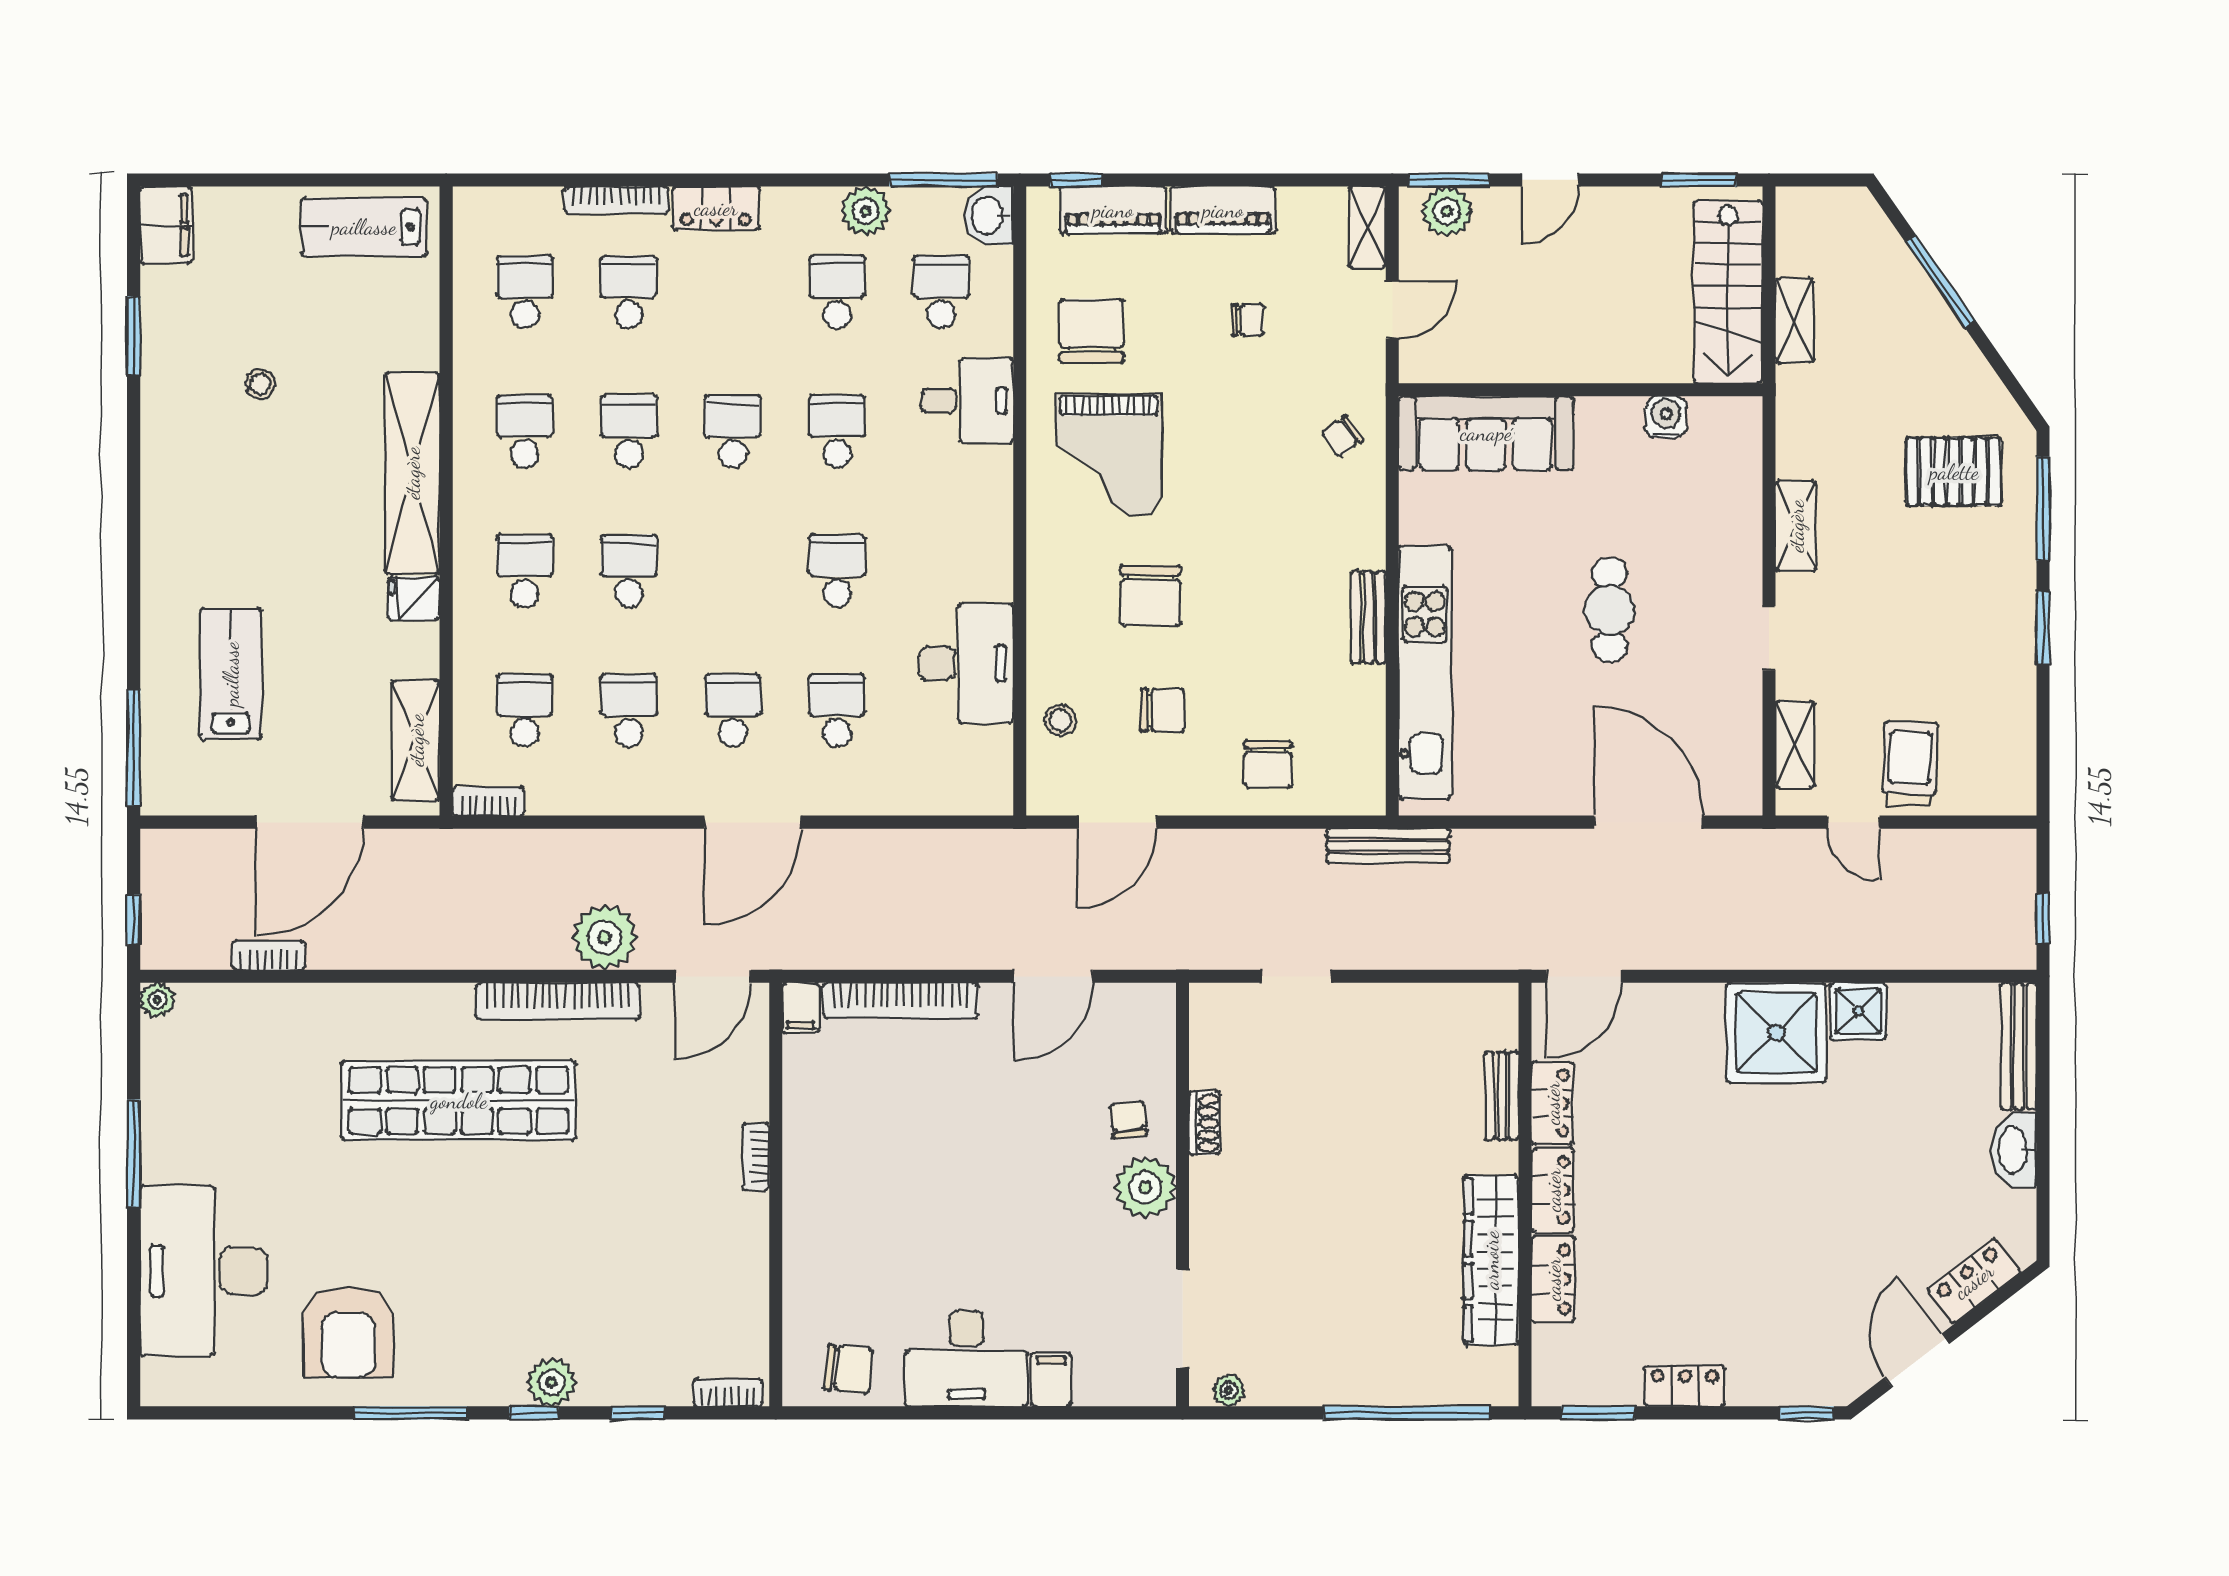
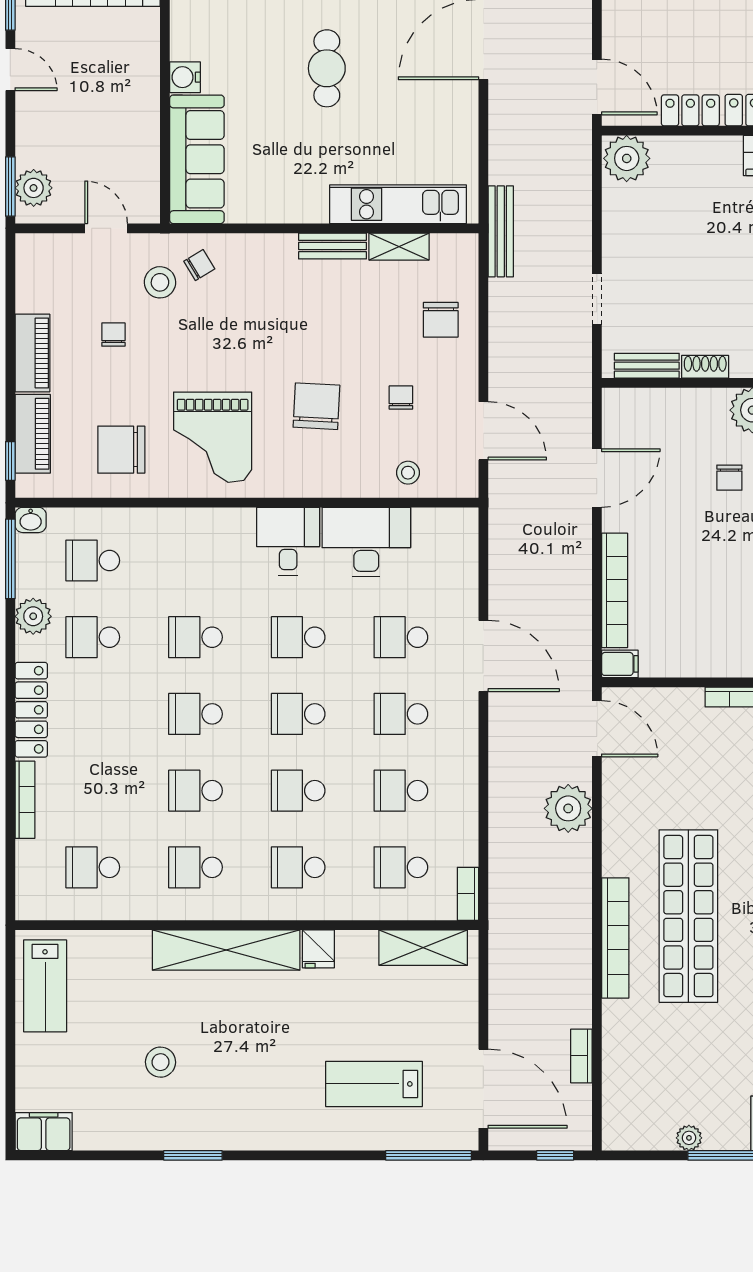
door: (1550, 180) -> (10, 70), moved
locker: (716, 208) -> (31, 710), width x1.53
washbasin: (989, 216) -> (31, 520), width x0.72, depth x0.69
shelving: (1367, 227) -> (399, 247), moved
school desk: (629, 292) -> (298, 714), moved
window: (134, 336) -> (193, 1155), moved
stool: (1319, 383) -> (160, 282), added
stool: (260, 384) -> (161, 1062), width x1.37, depth x1.37
desk: (967, 401) -> (288, 541), moved
water cooler: (1666, 417) -> (185, 77), moved
chair: (1342, 437) -> (199, 265), turned -85
grand piano: (1109, 455) -> (213, 437), turned 90
chair: (1151, 596) -> (316, 406), turned -87
cafe table: (1609, 610) -> (327, 68), turned 90
kitchen unit: (1425, 673) -> (398, 204), width x0.73
chair: (1162, 710) -> (401, 398), width x0.73, depth x0.73
chair: (1268, 764) -> (441, 320), turned 90
door: (310, 822) -> (483, 1089), moved
door: (752, 822) -> (483, 656), moved
door: (1053, 976) -> (597, 478), hinge flipped
plant: (157, 1000) -> (689, 1138), moved
bookcase: (558, 1001) -> (615, 938), moved
plant: (1487, 1017) -> (627, 158), added
bench: (1502, 1096) -> (647, 366), moved
chair: (1128, 1120) -> (729, 478), moved, turned -83

